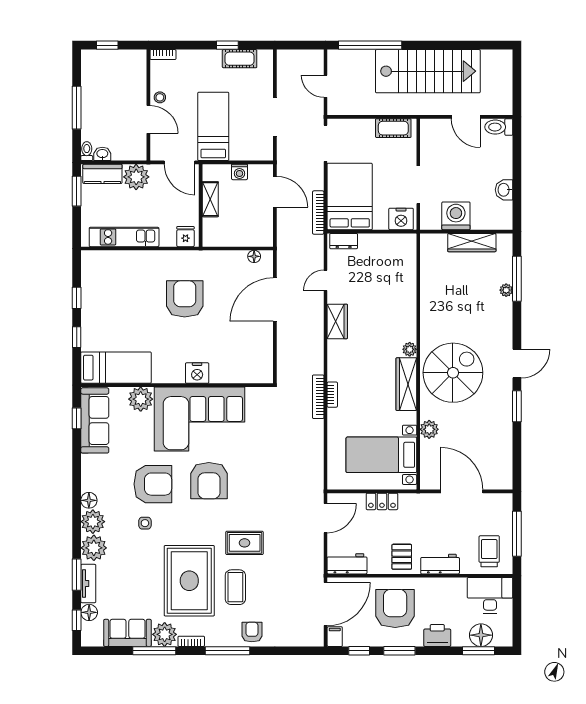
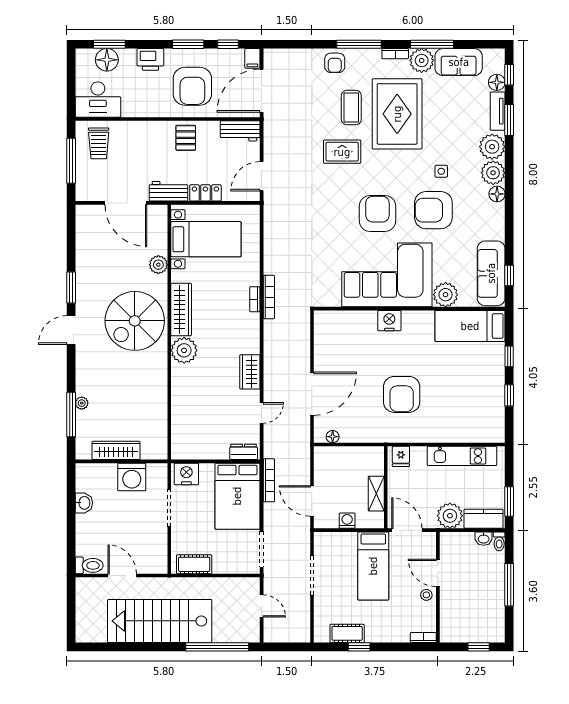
plant: (410, 349) -> (184, 350), width x1.88, depth x1.88
workbench: (440, 564) -> (168, 191), moved, turned 180

